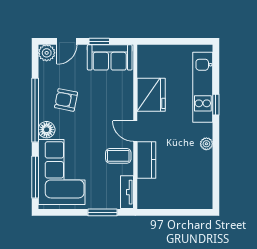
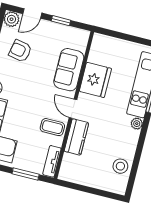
sofa: (110, 57) -> (69, 70), moved, turned 90
armchair: (66, 100) -> (20, 51), moved
plant: (206, 144) -> (137, 124), moved
stool: (200, 179) -> (120, 166), added

